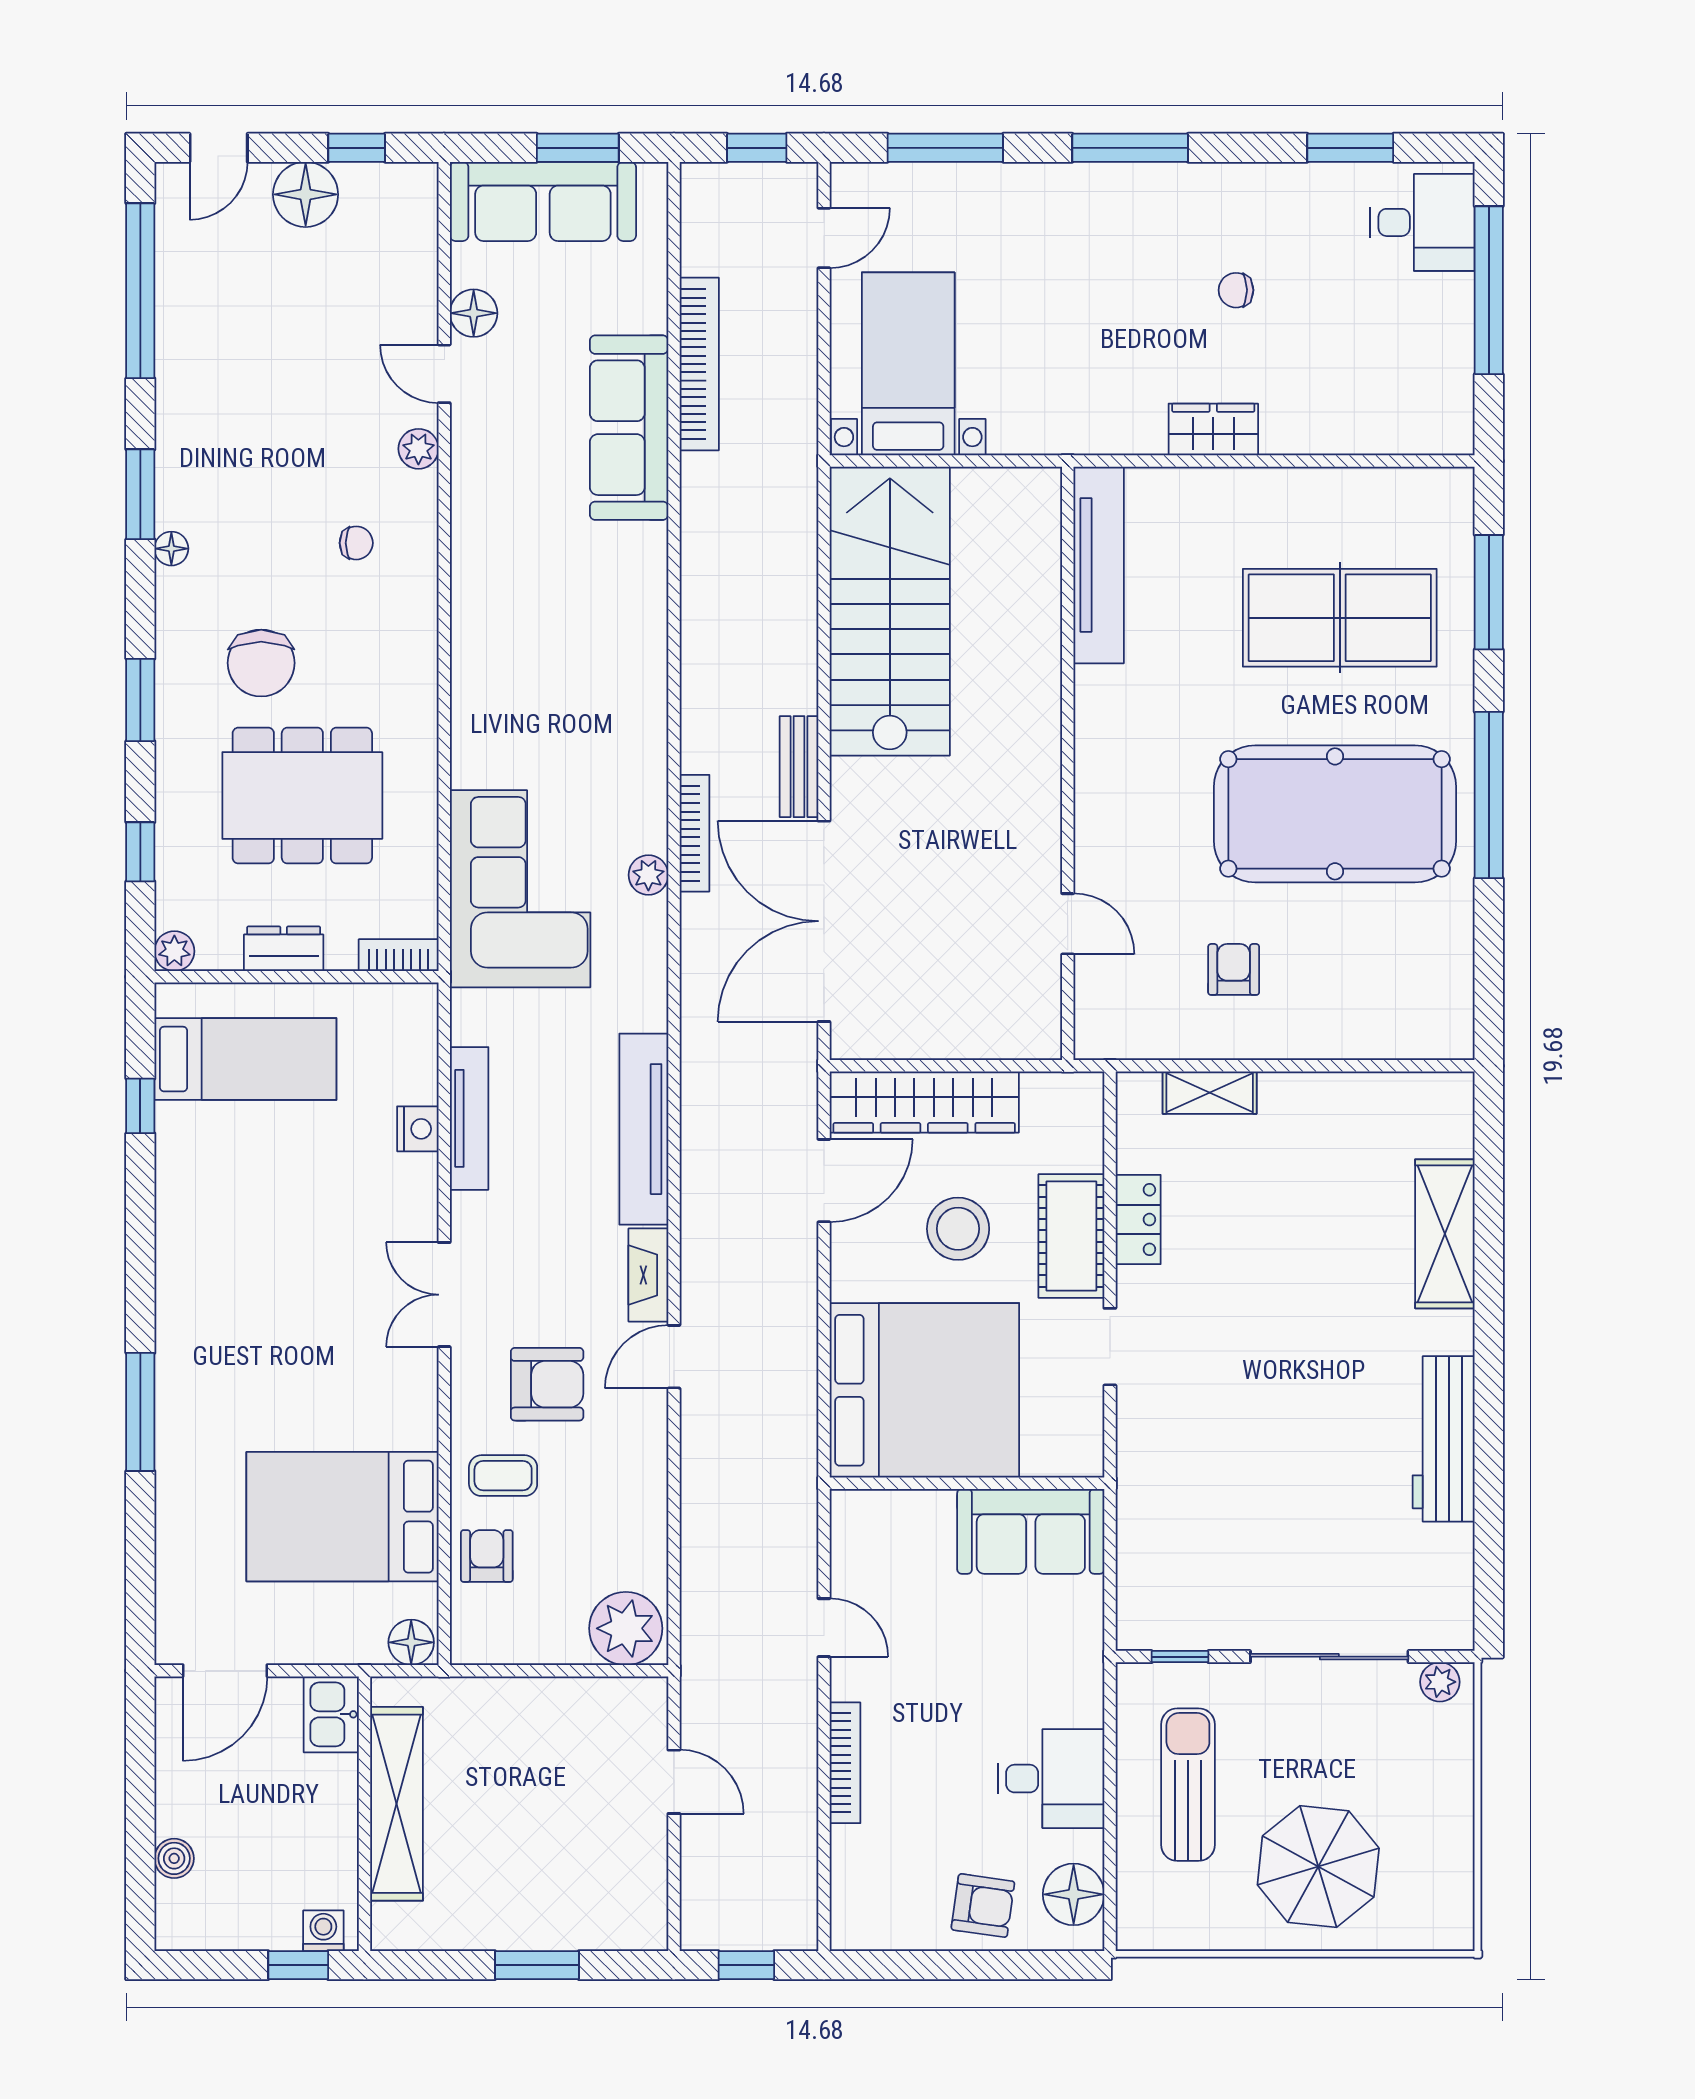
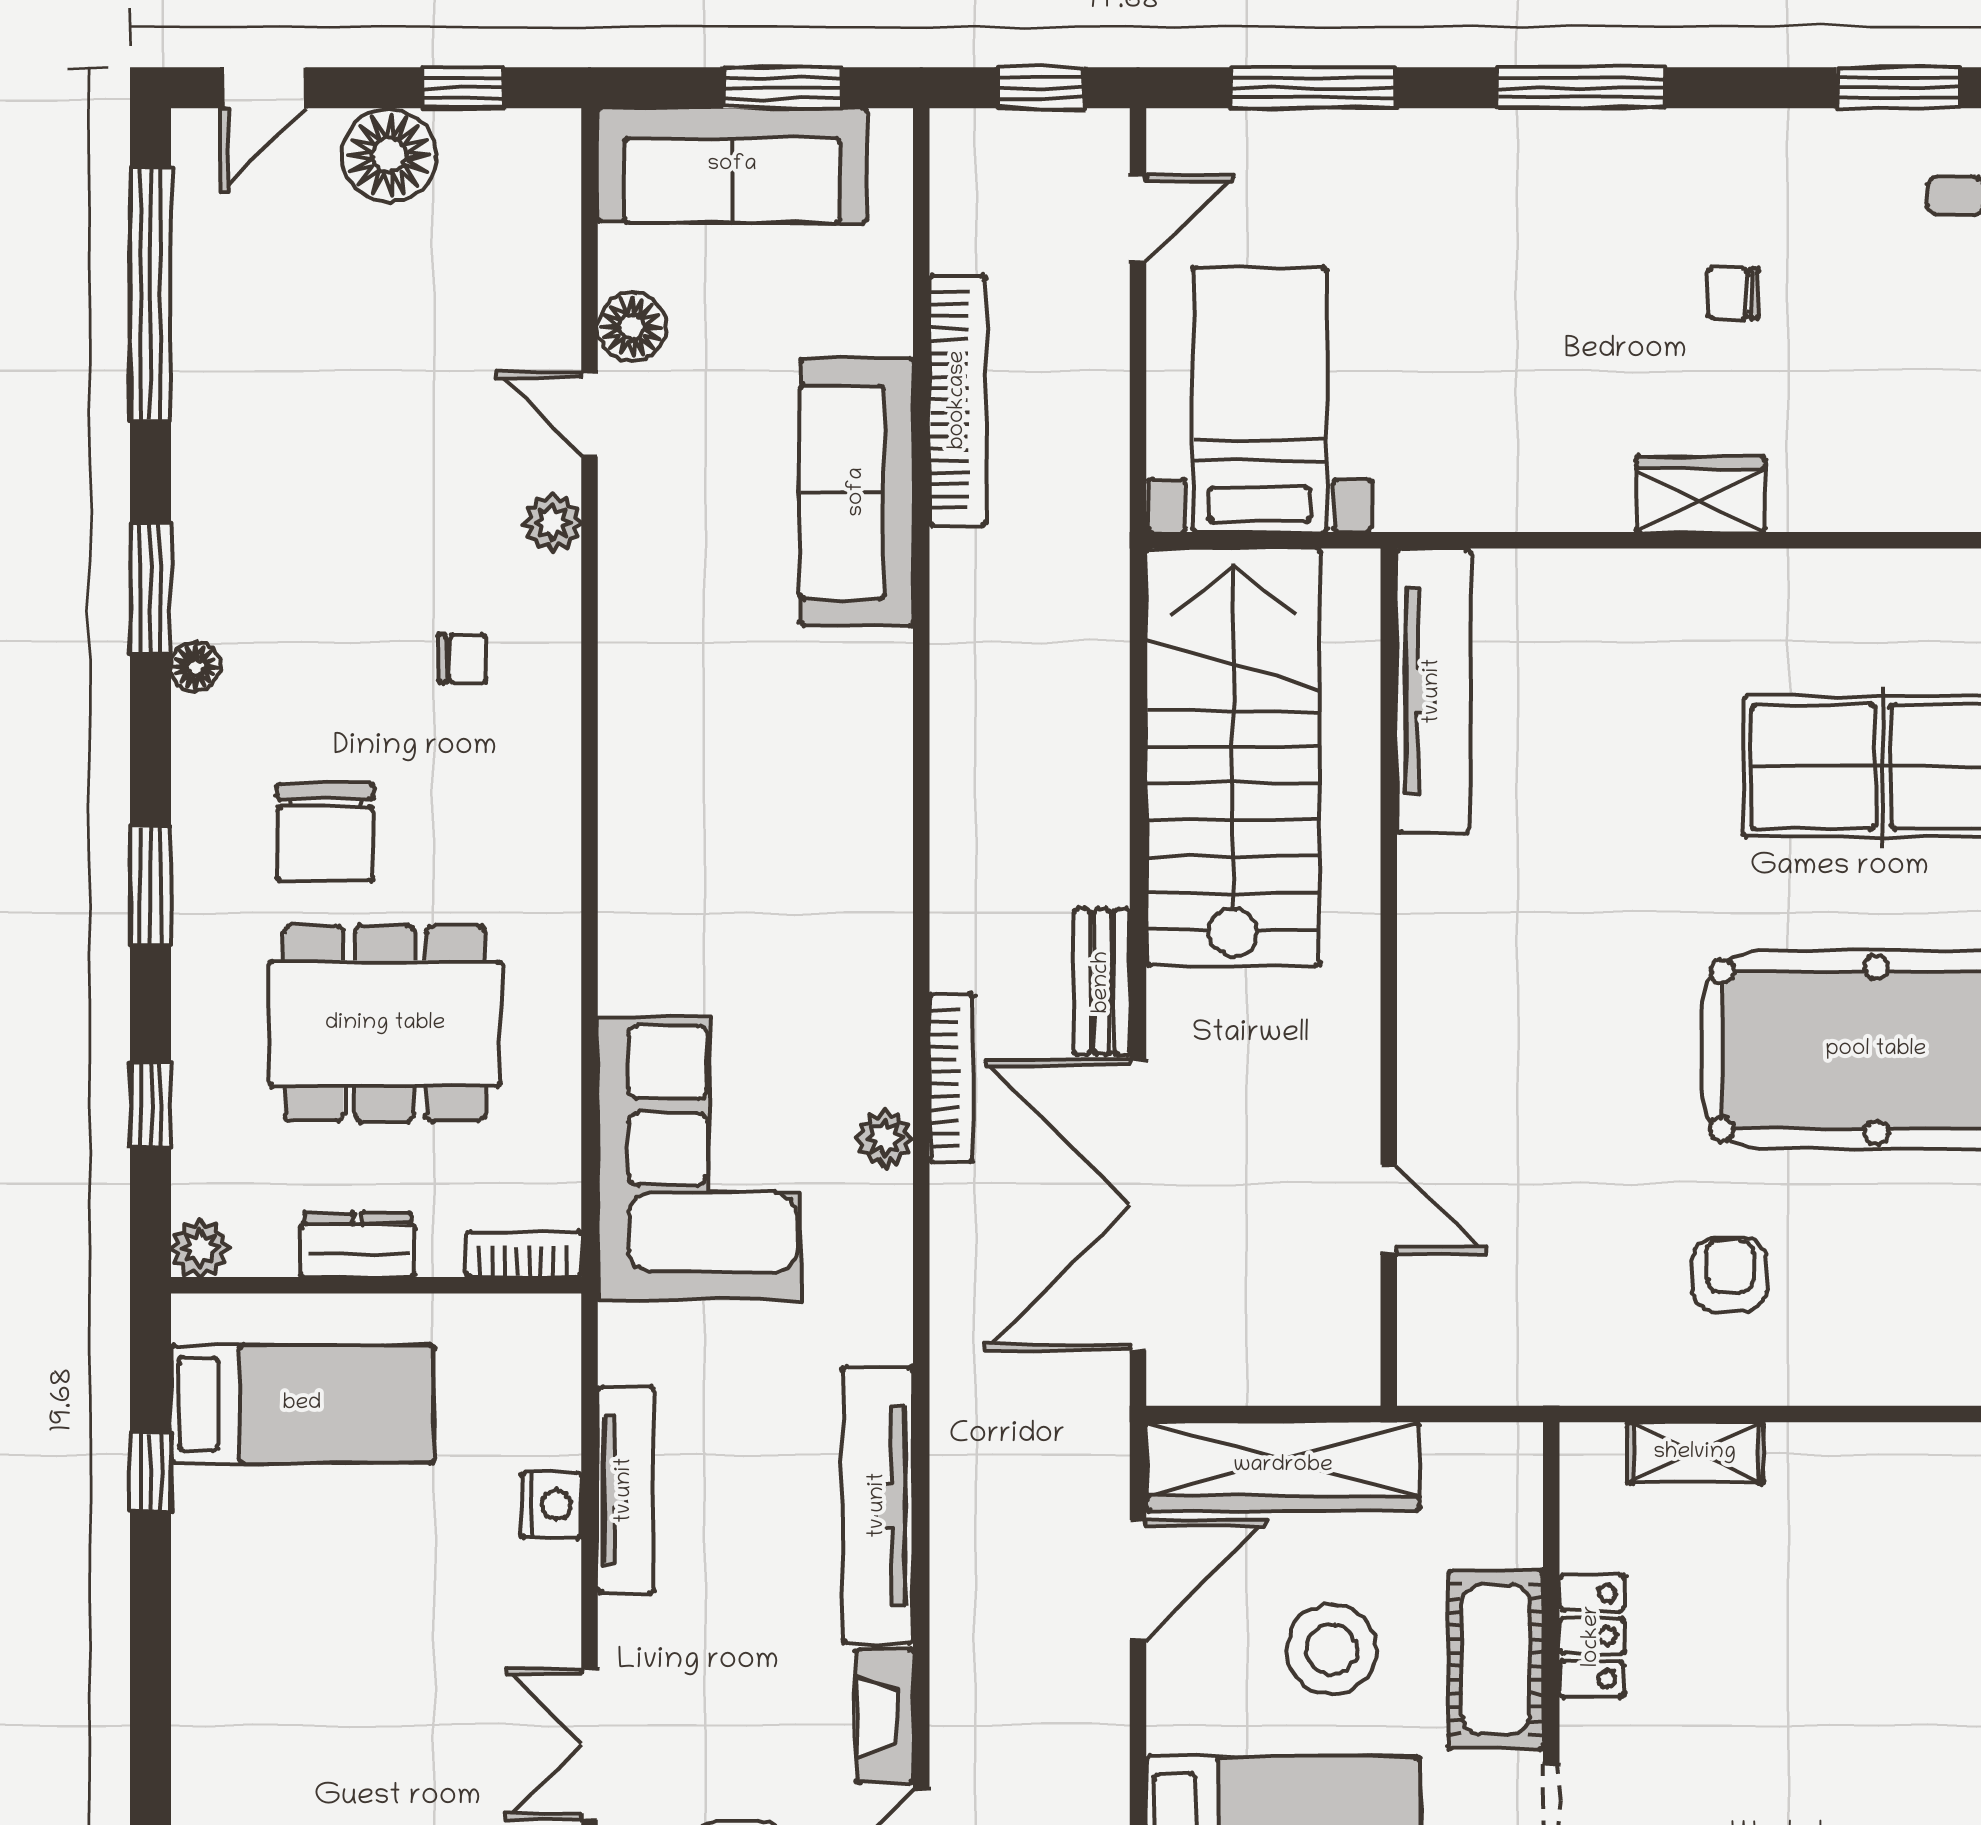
tv unit: (1099, 565) -> (1433, 691), moved
wall: (1068, 763) -> (1389, 977), moved
door: (1068, 924) -> (1389, 1209), moved

